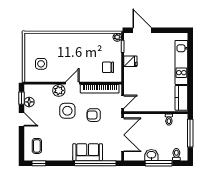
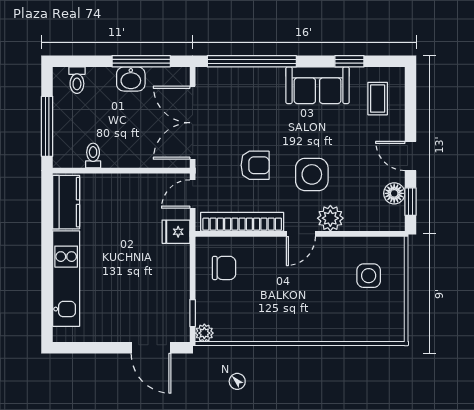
fridge: (130, 61) -> (176, 232), moved
sofa: (88, 152) -> (318, 85), moved
window: (39, 163) -> (349, 61), moved
window: (159, 163) -> (141, 61), moved

